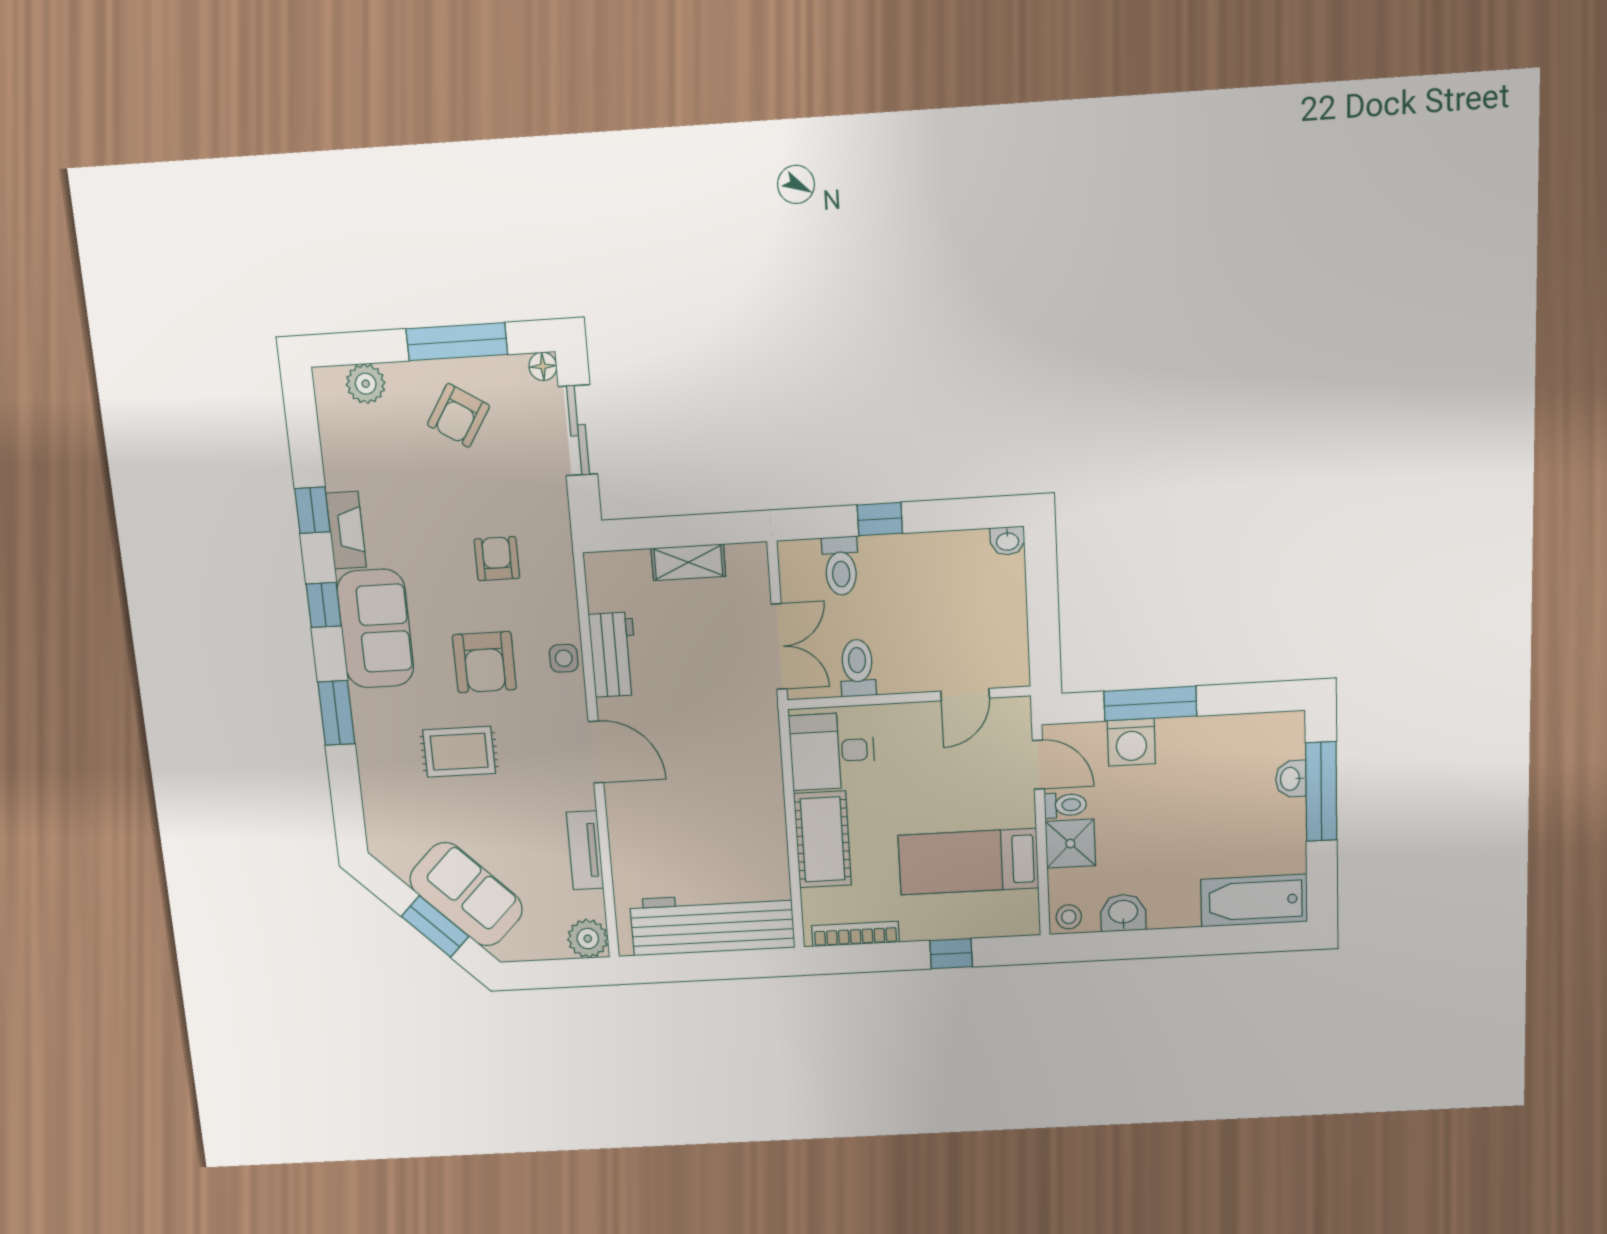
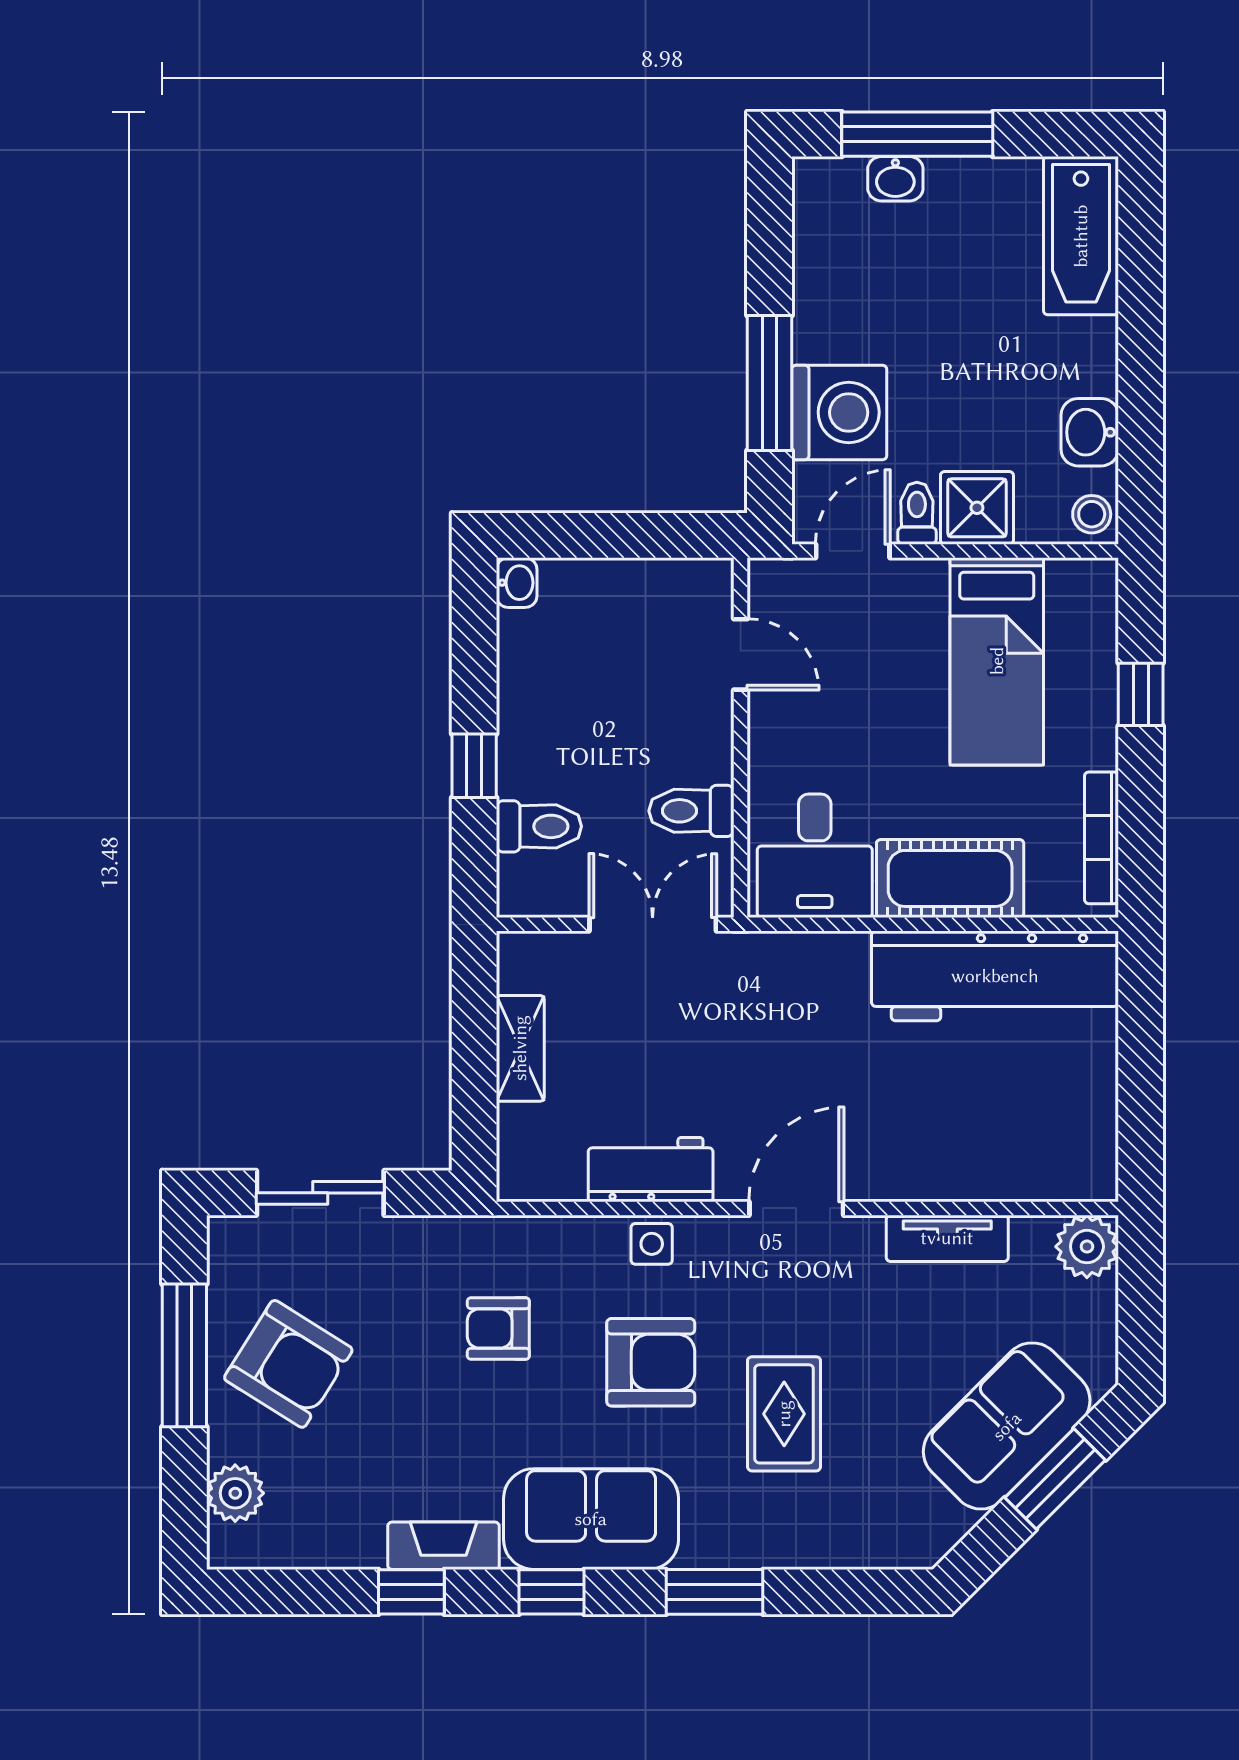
floor lamp: (543, 366) -> (227, 1235), removed
armchair: (458, 415) -> (288, 1364), width x1.38, depth x1.38
washing machine: (1131, 742) -> (839, 412), width x1.37, depth x1.37
workbench: (712, 924) -> (995, 976), moved, turned -90

